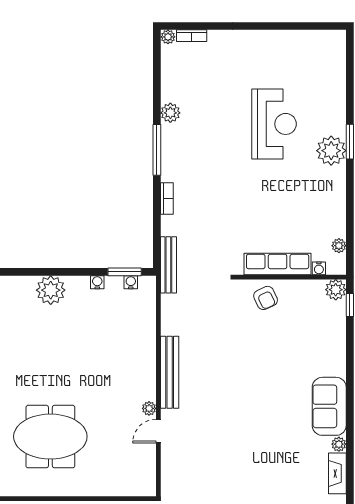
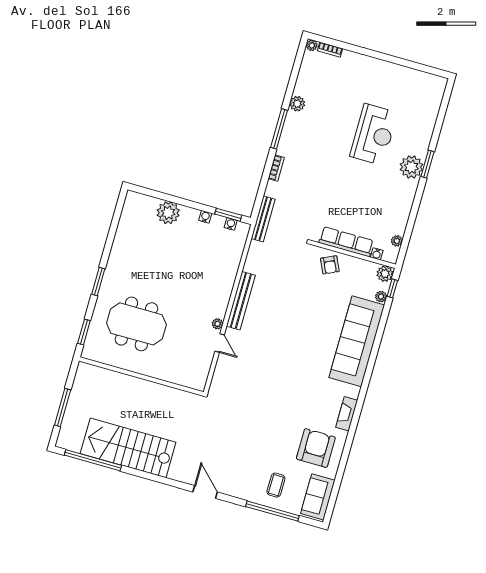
sofa: (329, 406) -> (357, 341), width x1.85, depth x1.27
door: (158, 431) -> (220, 343), swing flipped
plant: (339, 444) -> (381, 297), moved

